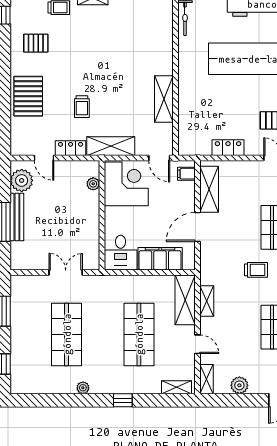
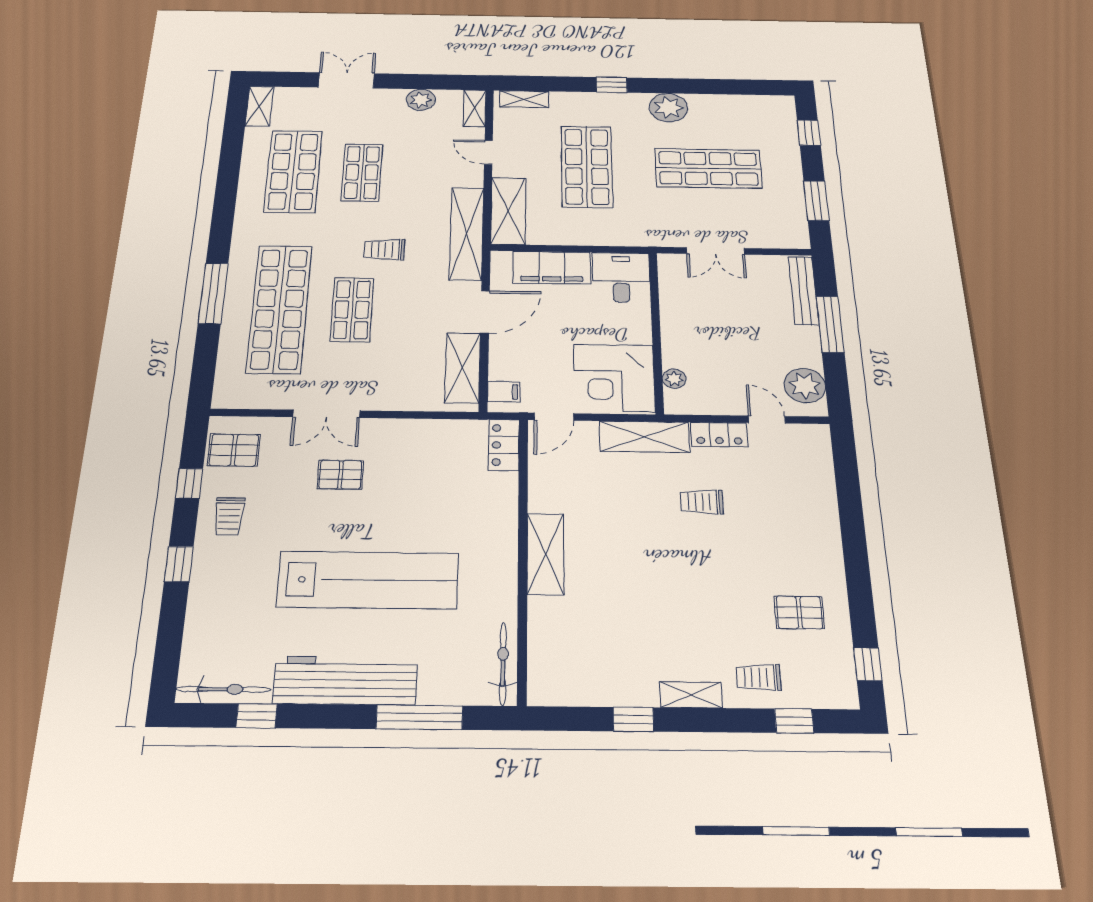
pallet: (28, 96) -> (805, 520), removed
shelving: (164, 99) -> (546, 554), moved
trolley: (82, 107) -> (702, 502), turned -90
locker: (228, 148) -> (504, 445), moved, turned 90
door: (159, 158) -> (554, 417), swing flipped
bench: (17, 217) -> (804, 290), moved
shelving: (207, 301) -> (467, 233), width x2.20, depth x1.33
shop shelf: (67, 334) -> (708, 168), turned 90
plant: (83, 388) -> (668, 108), width x1.88, depth x1.88

